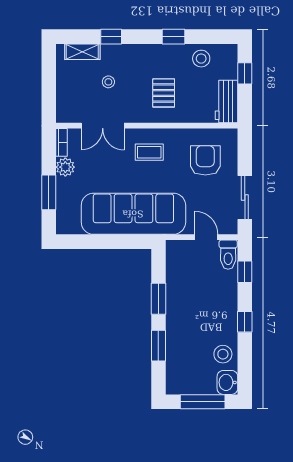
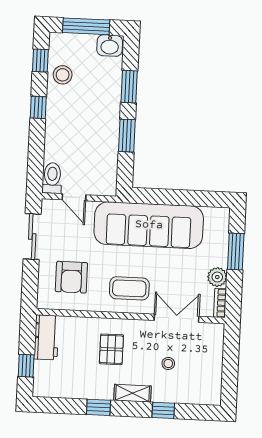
shelving: (82, 52) -> (132, 393), moved
stool: (201, 59) -> (71, 383), removed
coffee table: (149, 152) -> (129, 288), width x1.36, depth x1.30
window: (245, 272) -> (40, 61), moved
washbasin: (227, 382) -> (110, 46), moved, turned 90

